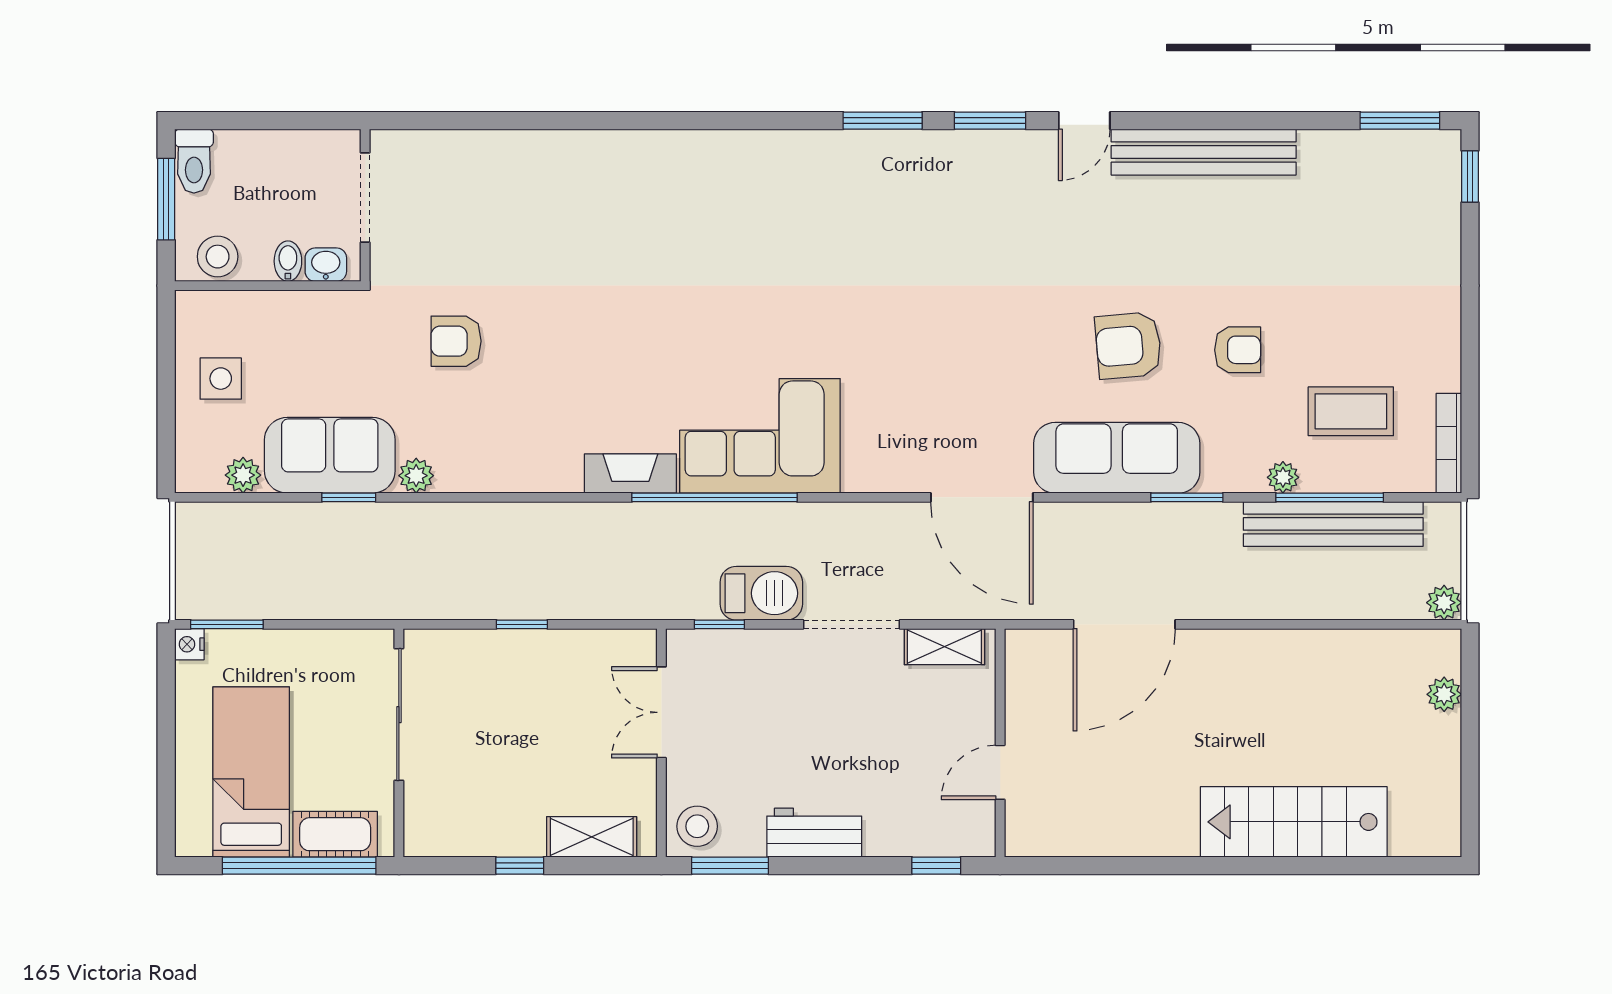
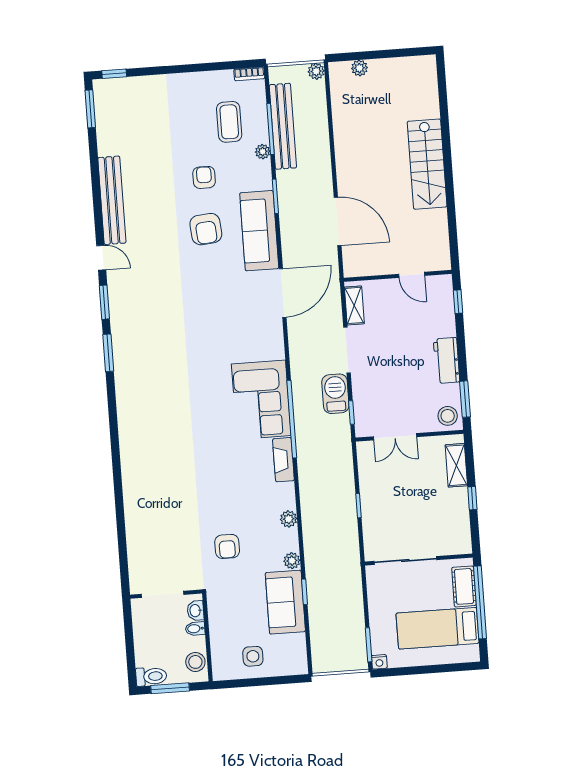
bookcase: (1449, 443) -> (249, 74), width x0.64
plant: (243, 475) -> (289, 519), moved
stairs: (1294, 822) -> (427, 164), moved

